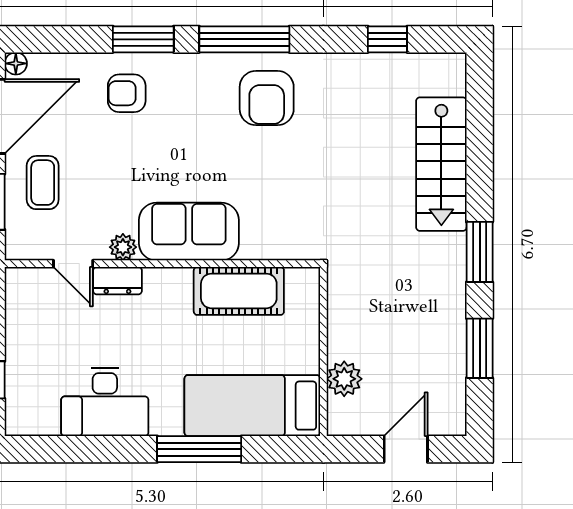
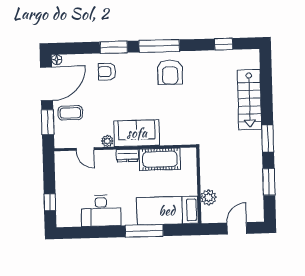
coffee table: (43, 183) -> (70, 113), turned 90
dresser: (117, 281) -> (127, 155), moved

